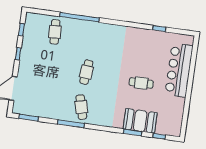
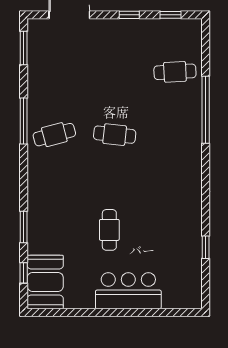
bar counter: (179, 70) -> (128, 291), width x0.73
booth: (140, 121) -> (45, 282), moved

